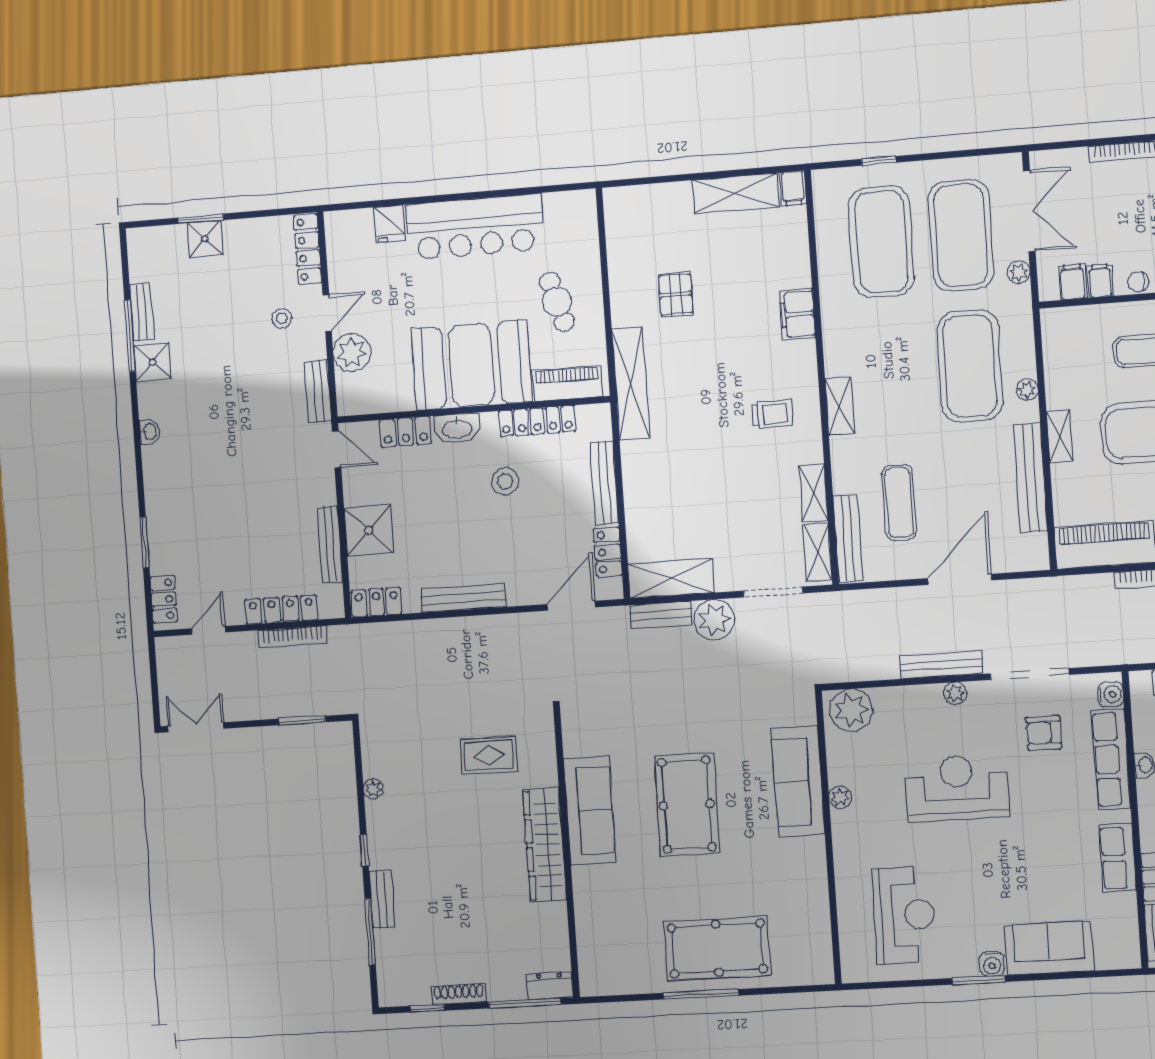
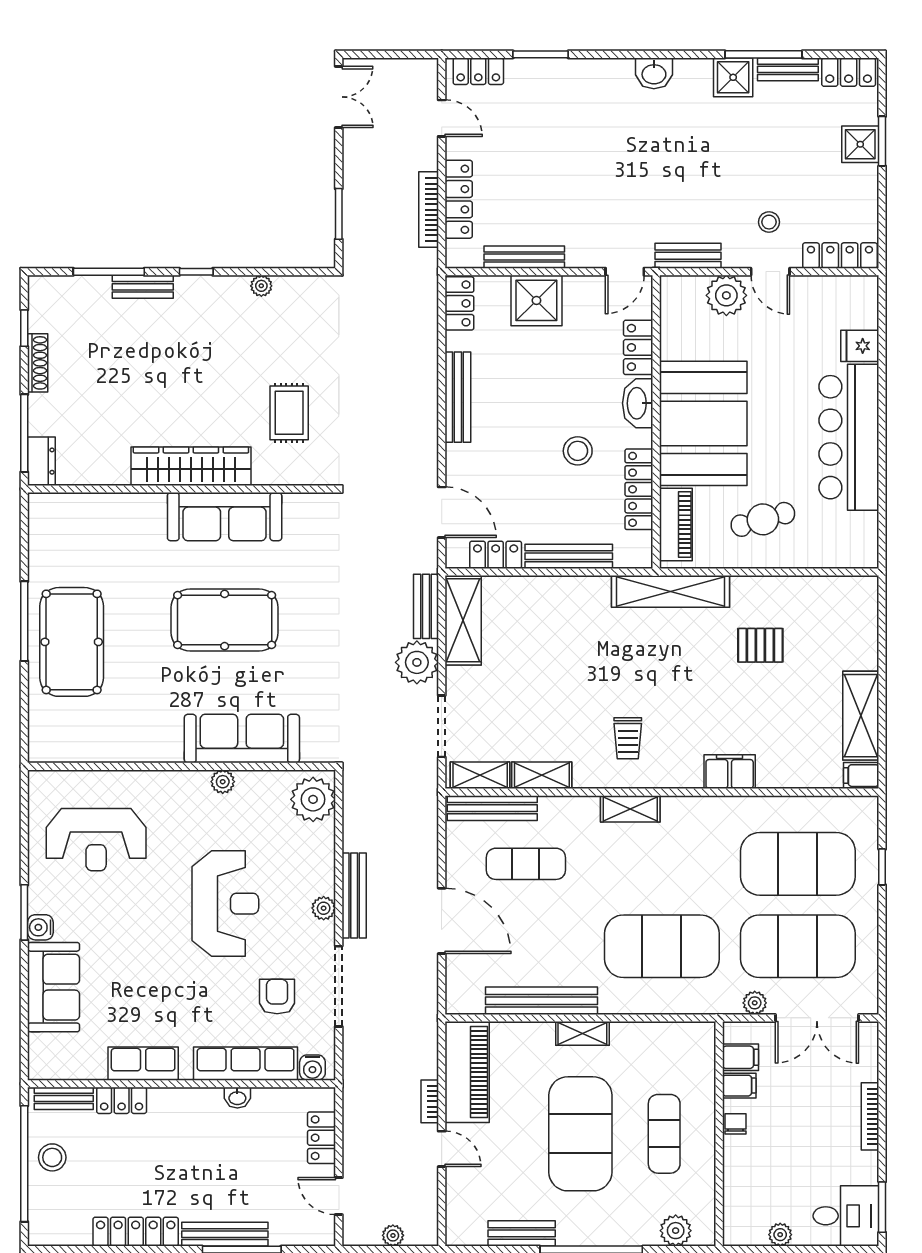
locker: (140, 255) -> (849, 72), added
plant: (1027, 390) -> (633, 1003), removed
washbasin: (149, 432) -> (654, 73), width x1.38, depth x1.45

